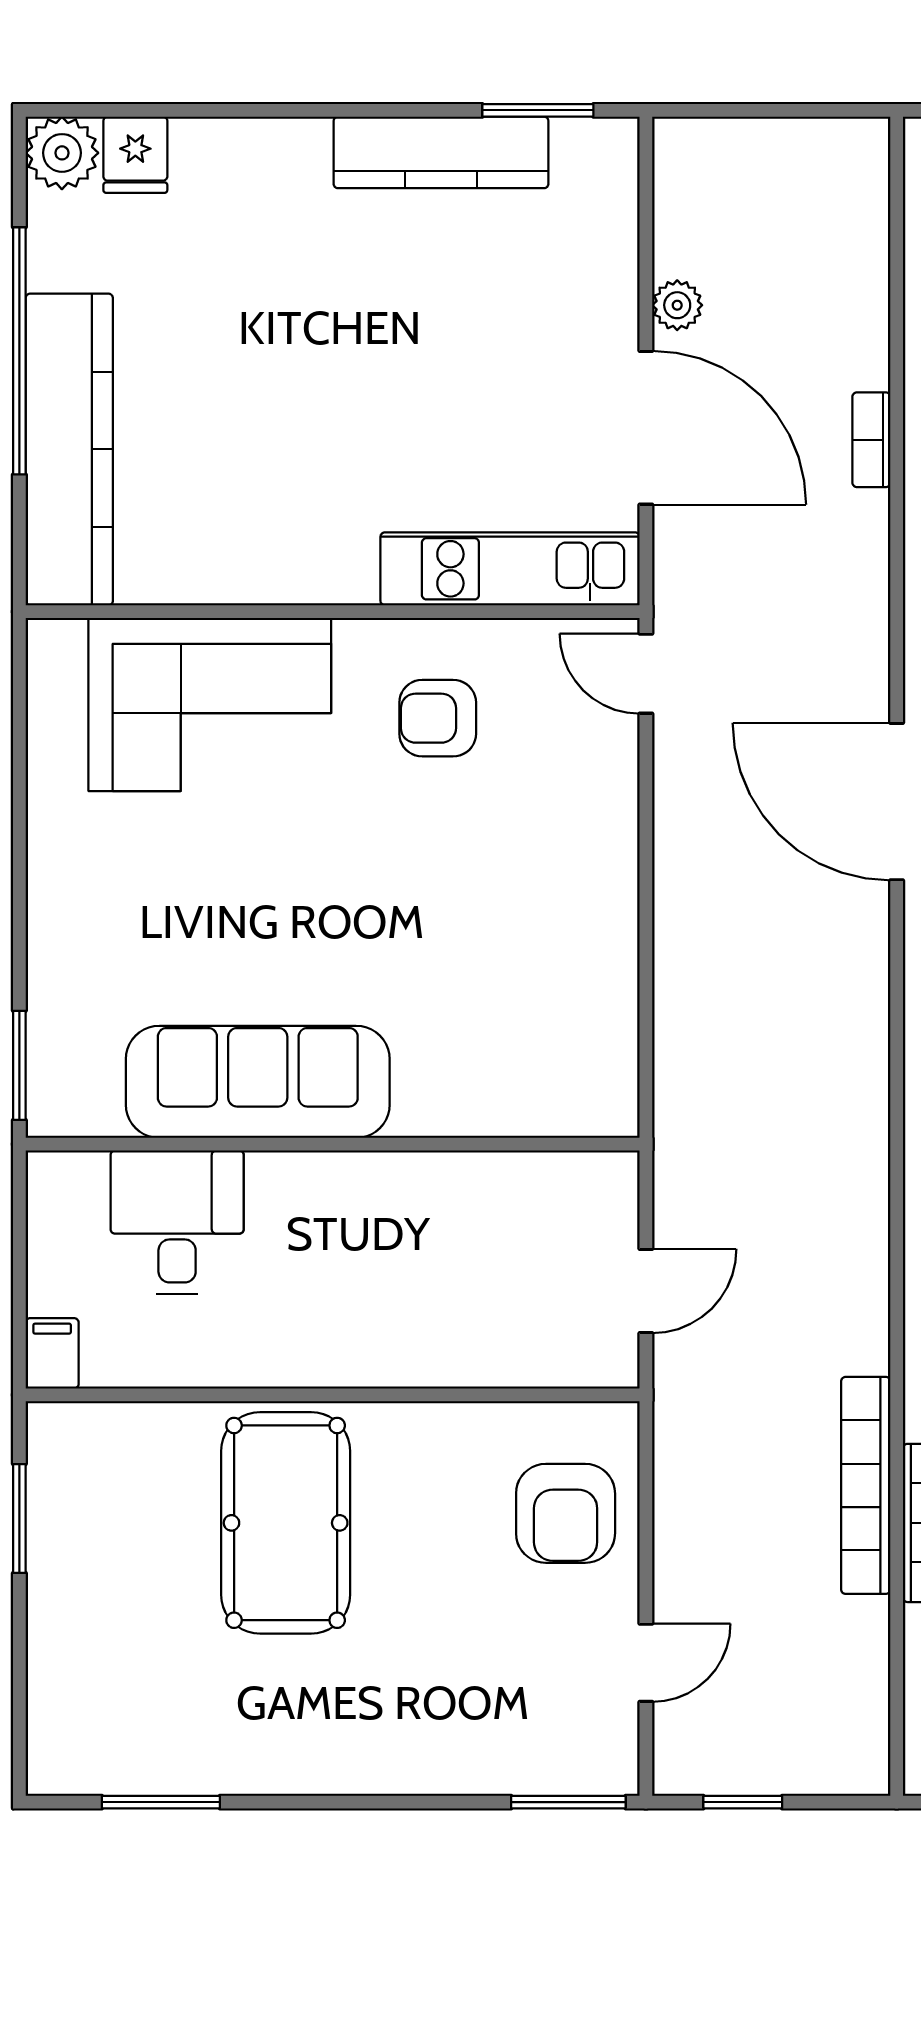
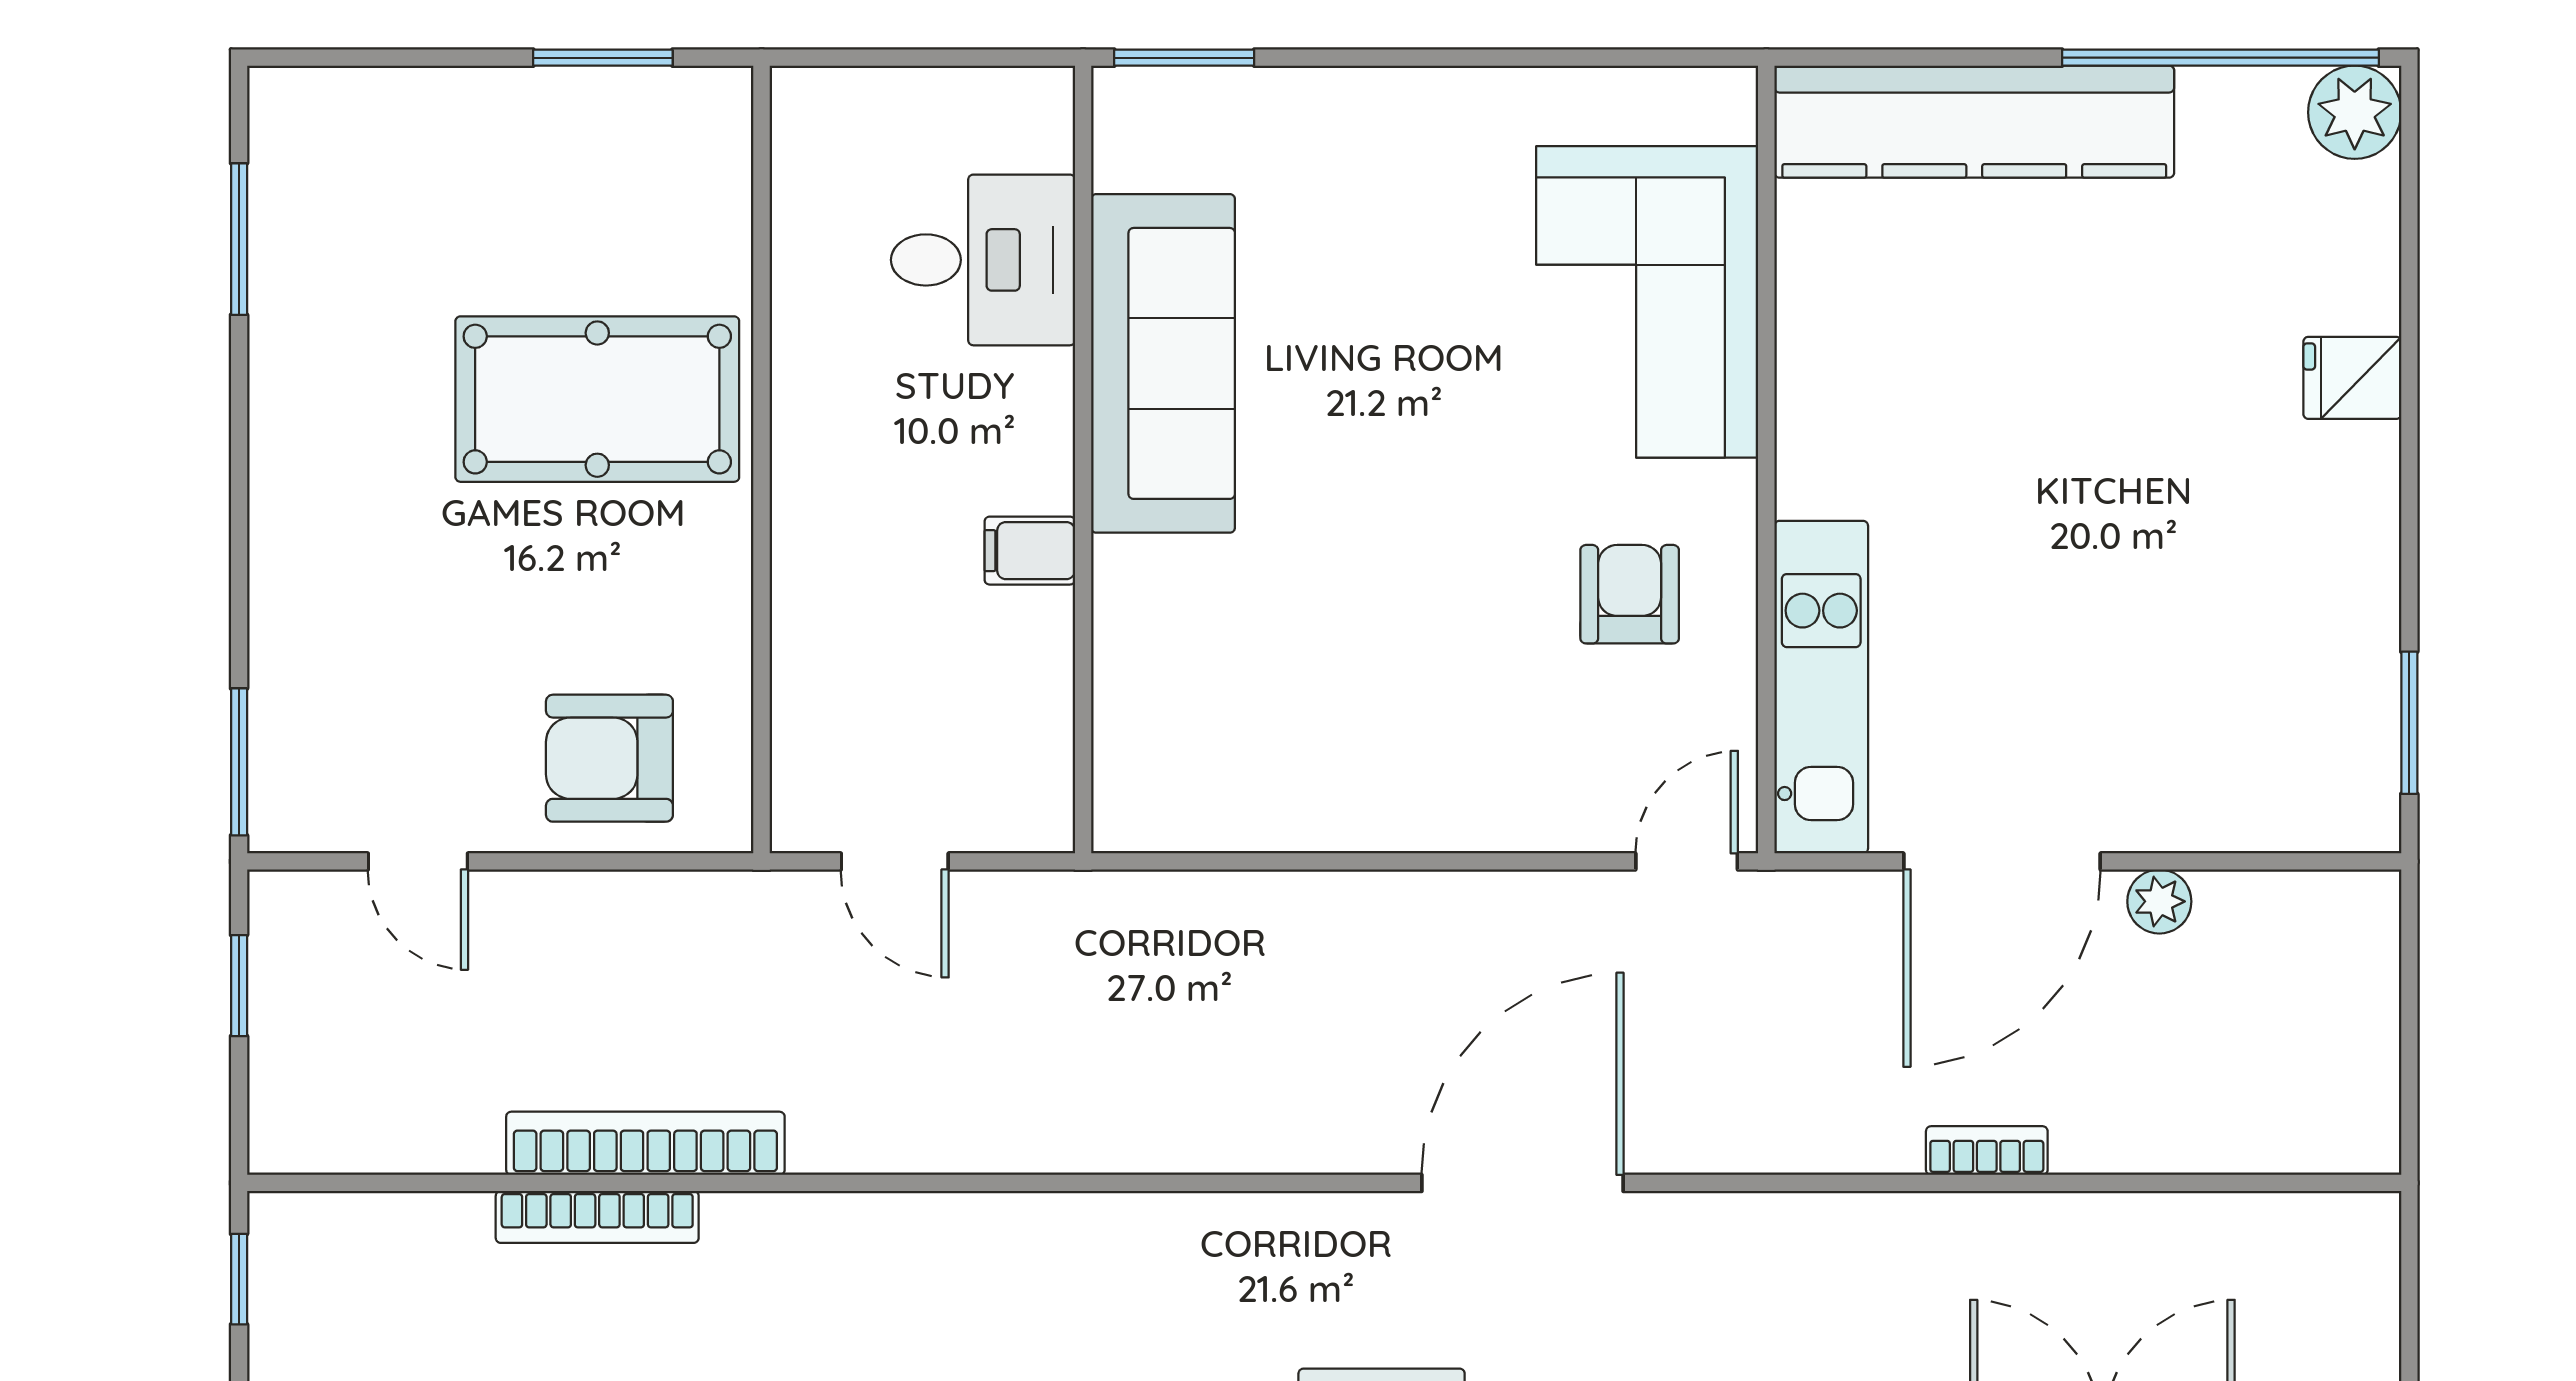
kitchen counter: (441, 152) -> (2355, 598), removed
fridge: (135, 155) -> (2352, 378), moved
window: (19, 351) -> (2220, 58), moved
filing cabinet: (52, 1353) -> (1030, 551), moved, turned 180

